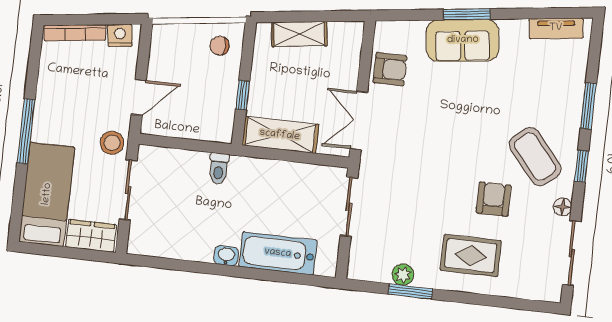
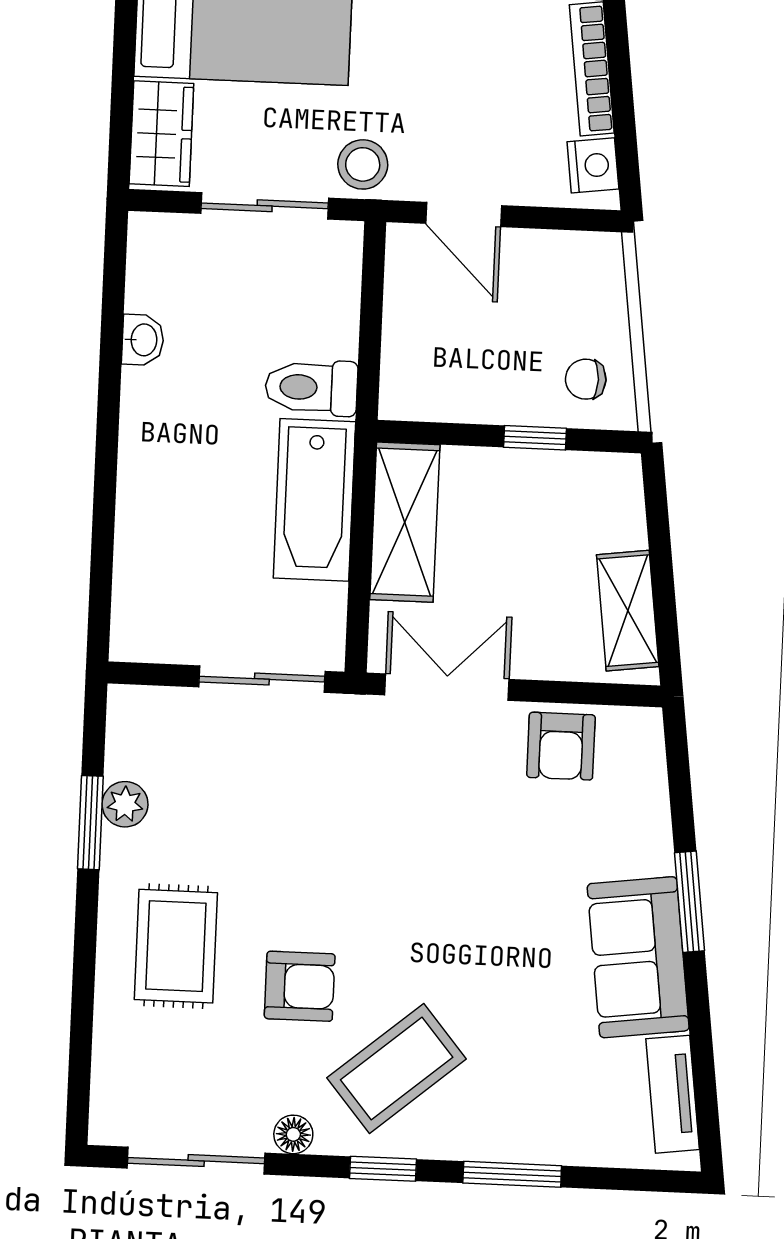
shelving: (299, 34) -> (628, 611), moved
sofa: (463, 40) -> (638, 957), moved
chair: (220, 46) -> (586, 379), turned -90
window: (243, 95) -> (535, 438), moved
toilet: (219, 169) -> (311, 387), width x1.37, depth x1.39
bathtub: (278, 253) -> (314, 500), moved, turned 180
washbasin: (226, 256) -> (143, 340), moved

